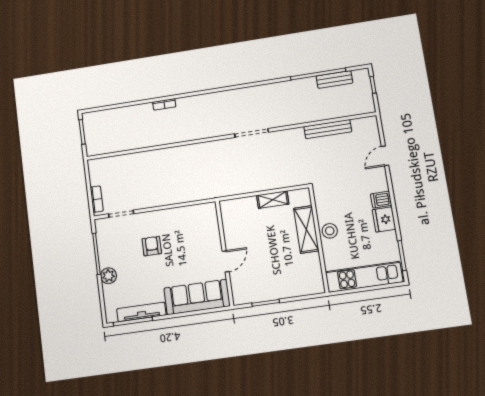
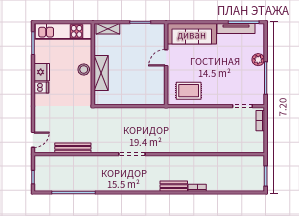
bench: (334, 79) -> (174, 186), moved
door: (385, 156) -> (33, 140), moved
shelving: (273, 200) -> (108, 29), moved
rug: (191, 223) -> (189, 91), added
armchair: (152, 246) -> (222, 78), removed

